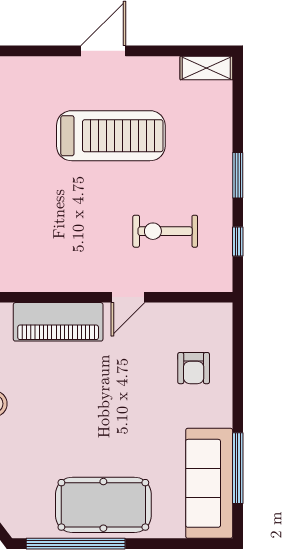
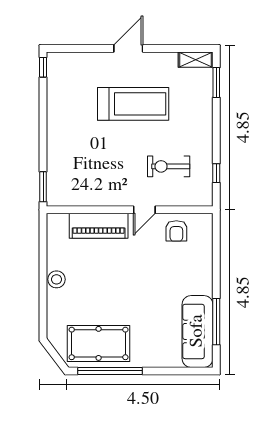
window: (238, 175) -> (216, 82), moved
armchair: (194, 368) -> (176, 231), moved
pool table: (103, 505) -> (99, 343), moved

